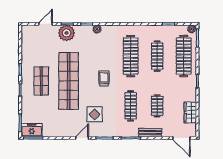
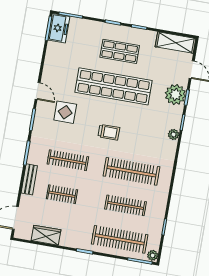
shelving: (27, 40) -> (176, 43), added

